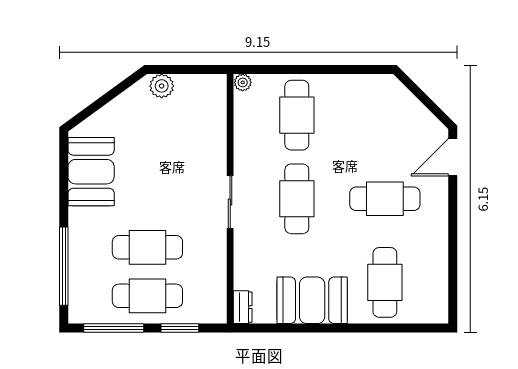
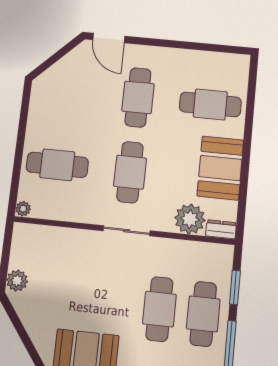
cafe table: (297, 199) -> (130, 172), turned 90
plant: (251, 271) -> (190, 219), added

